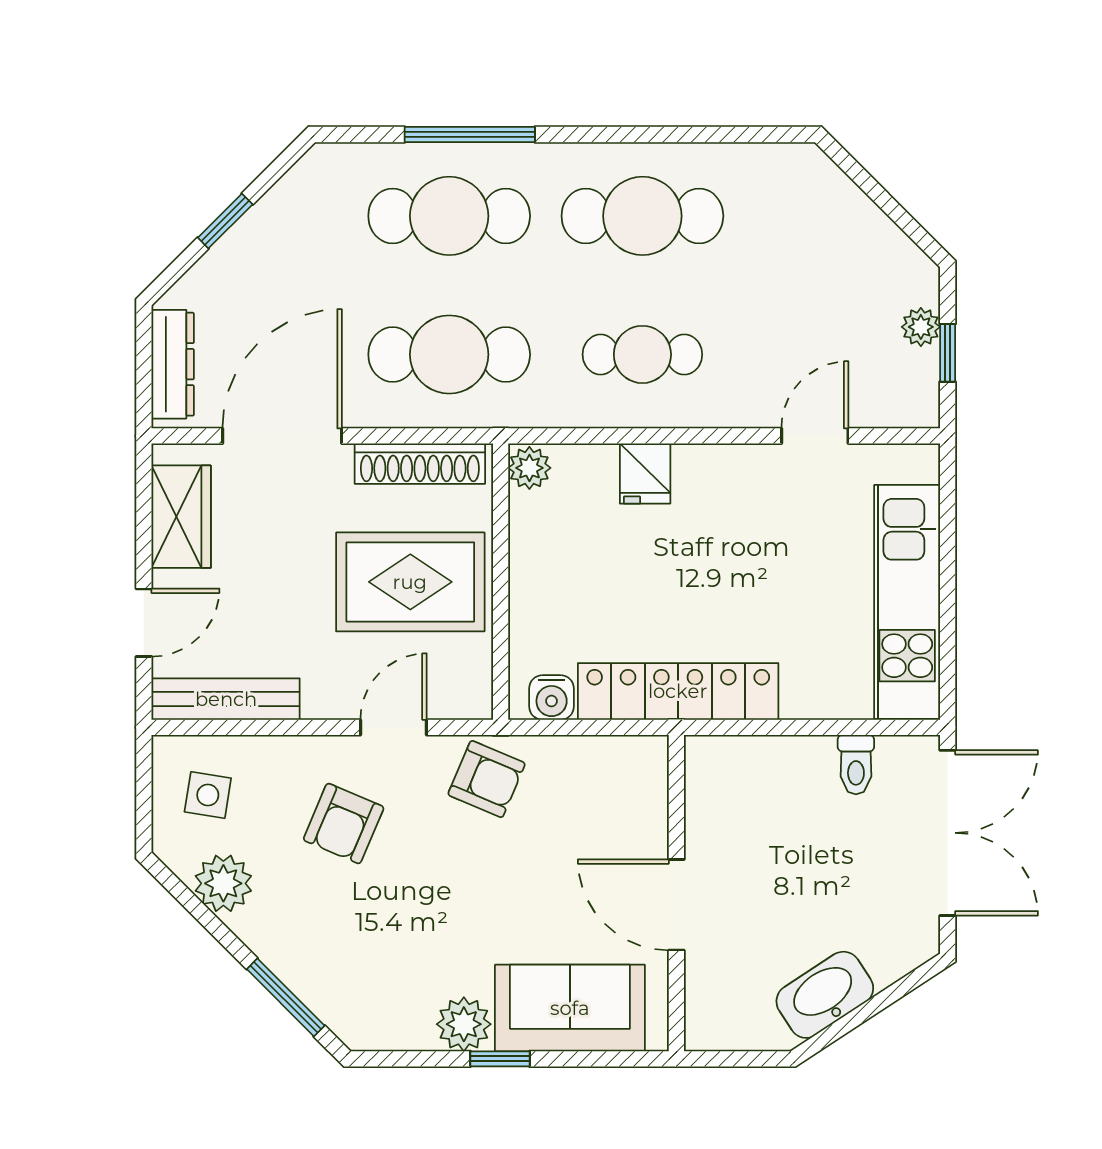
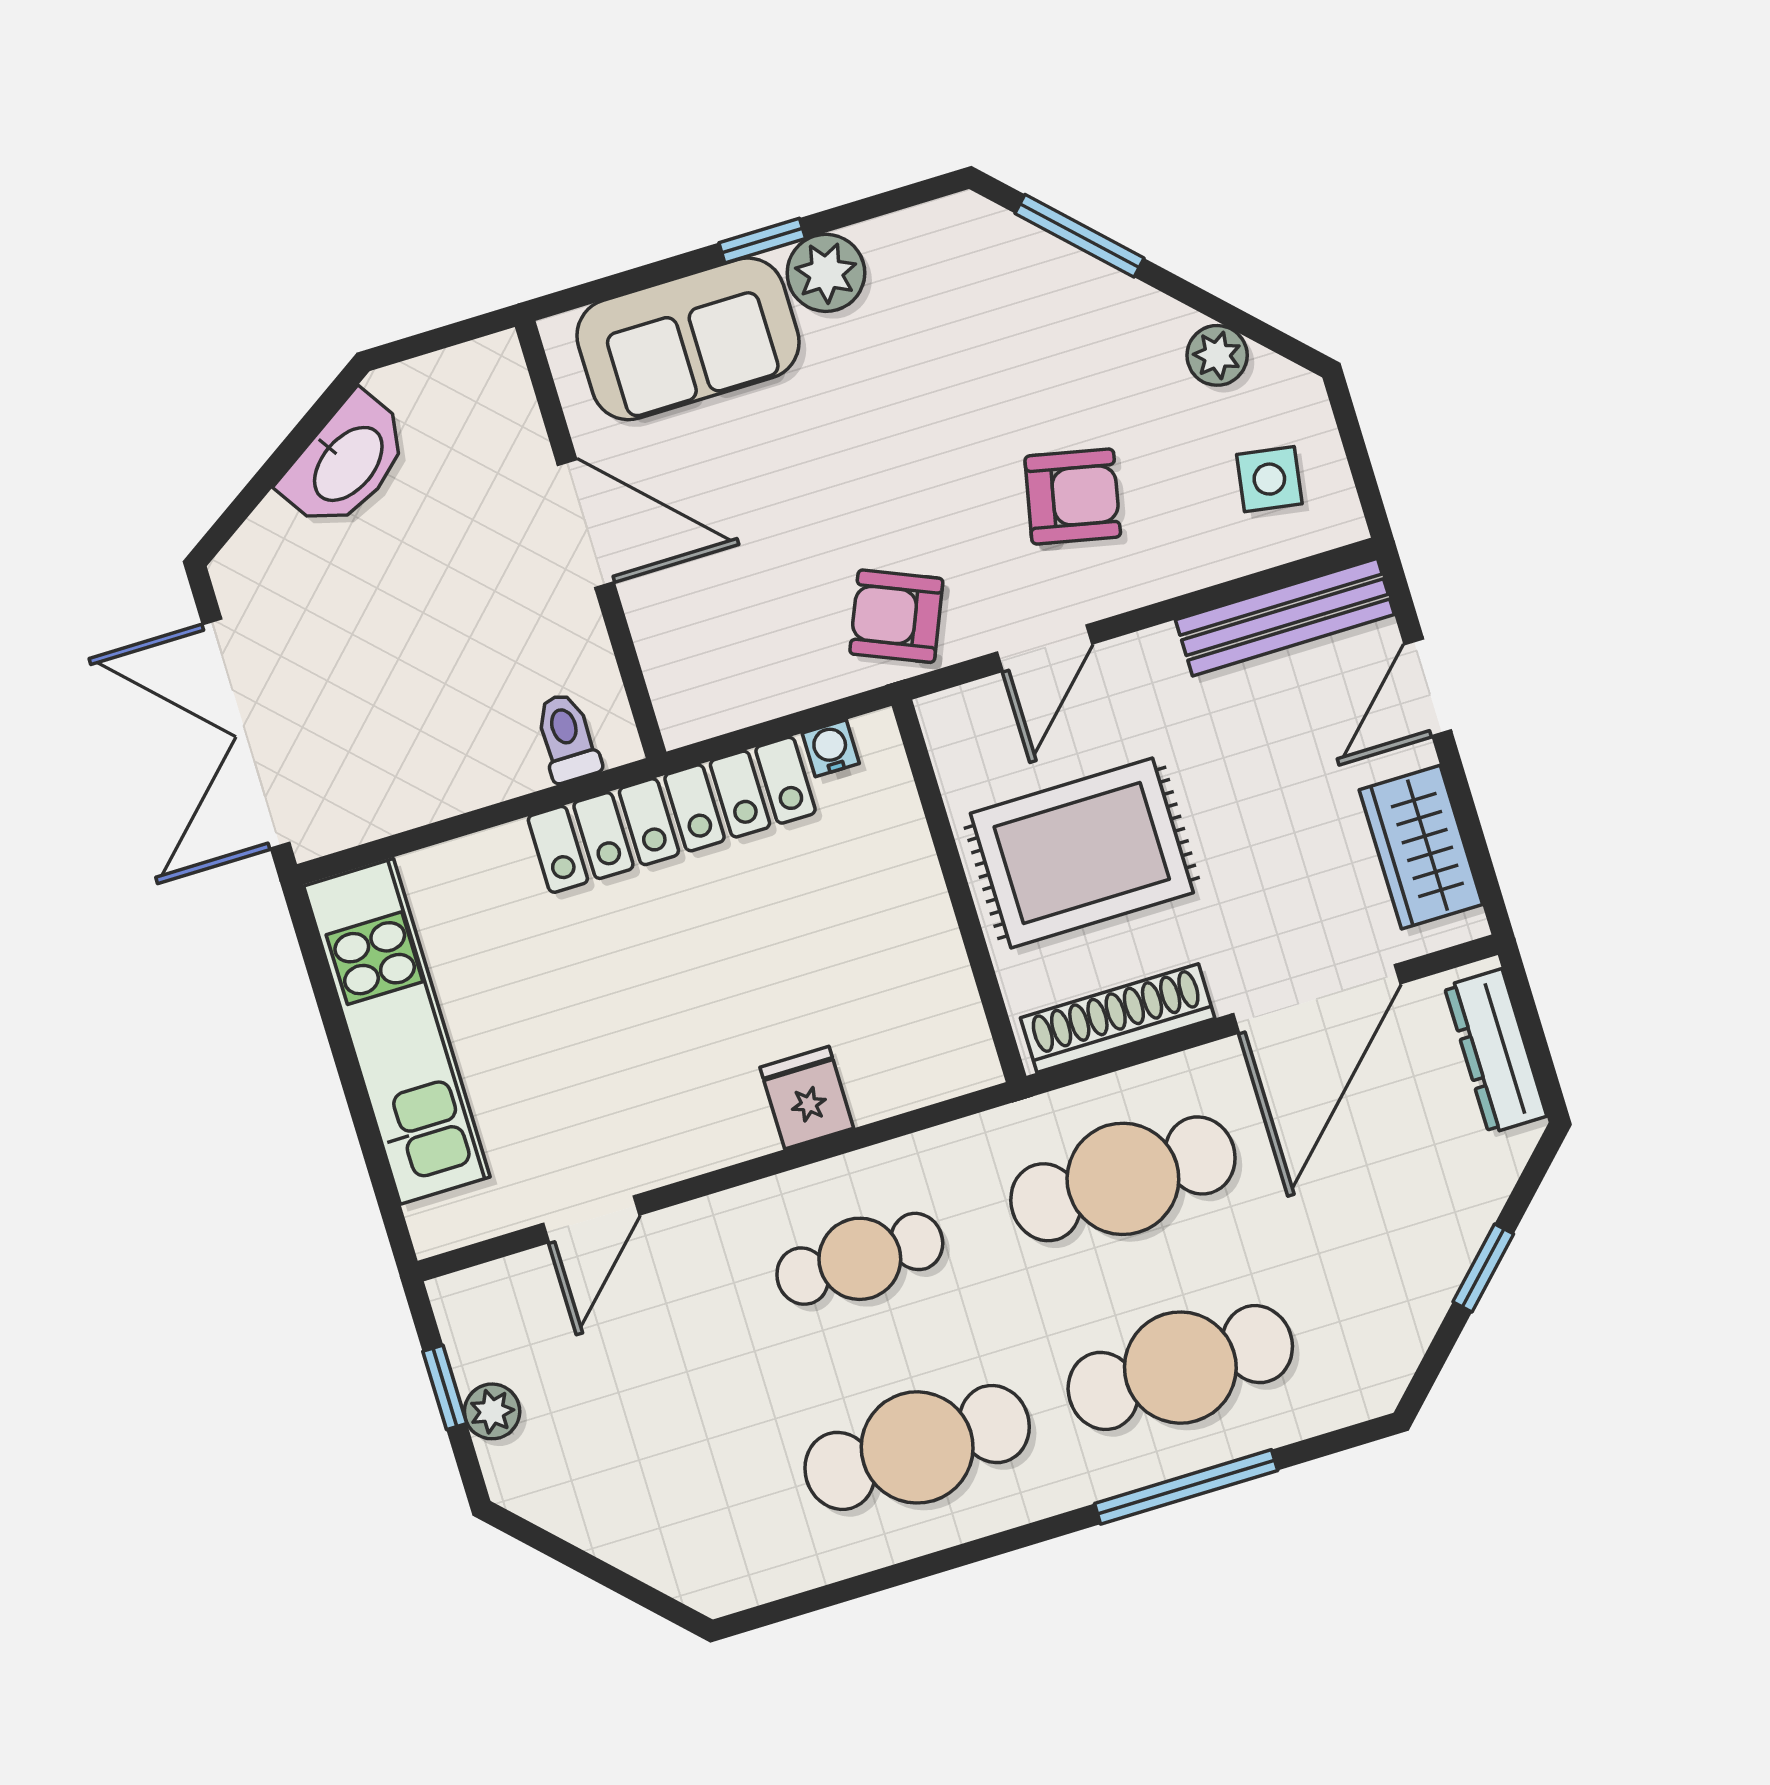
plant: (529, 468) -> (967, 1058), removed
water cooler: (552, 697) -> (831, 748), width x0.72, depth x0.72
toilet: (856, 765) -> (567, 738), moved
armchair: (344, 823) -> (1073, 496), turned 79
plant: (223, 883) -> (1217, 355), width x0.73, depth x0.73

